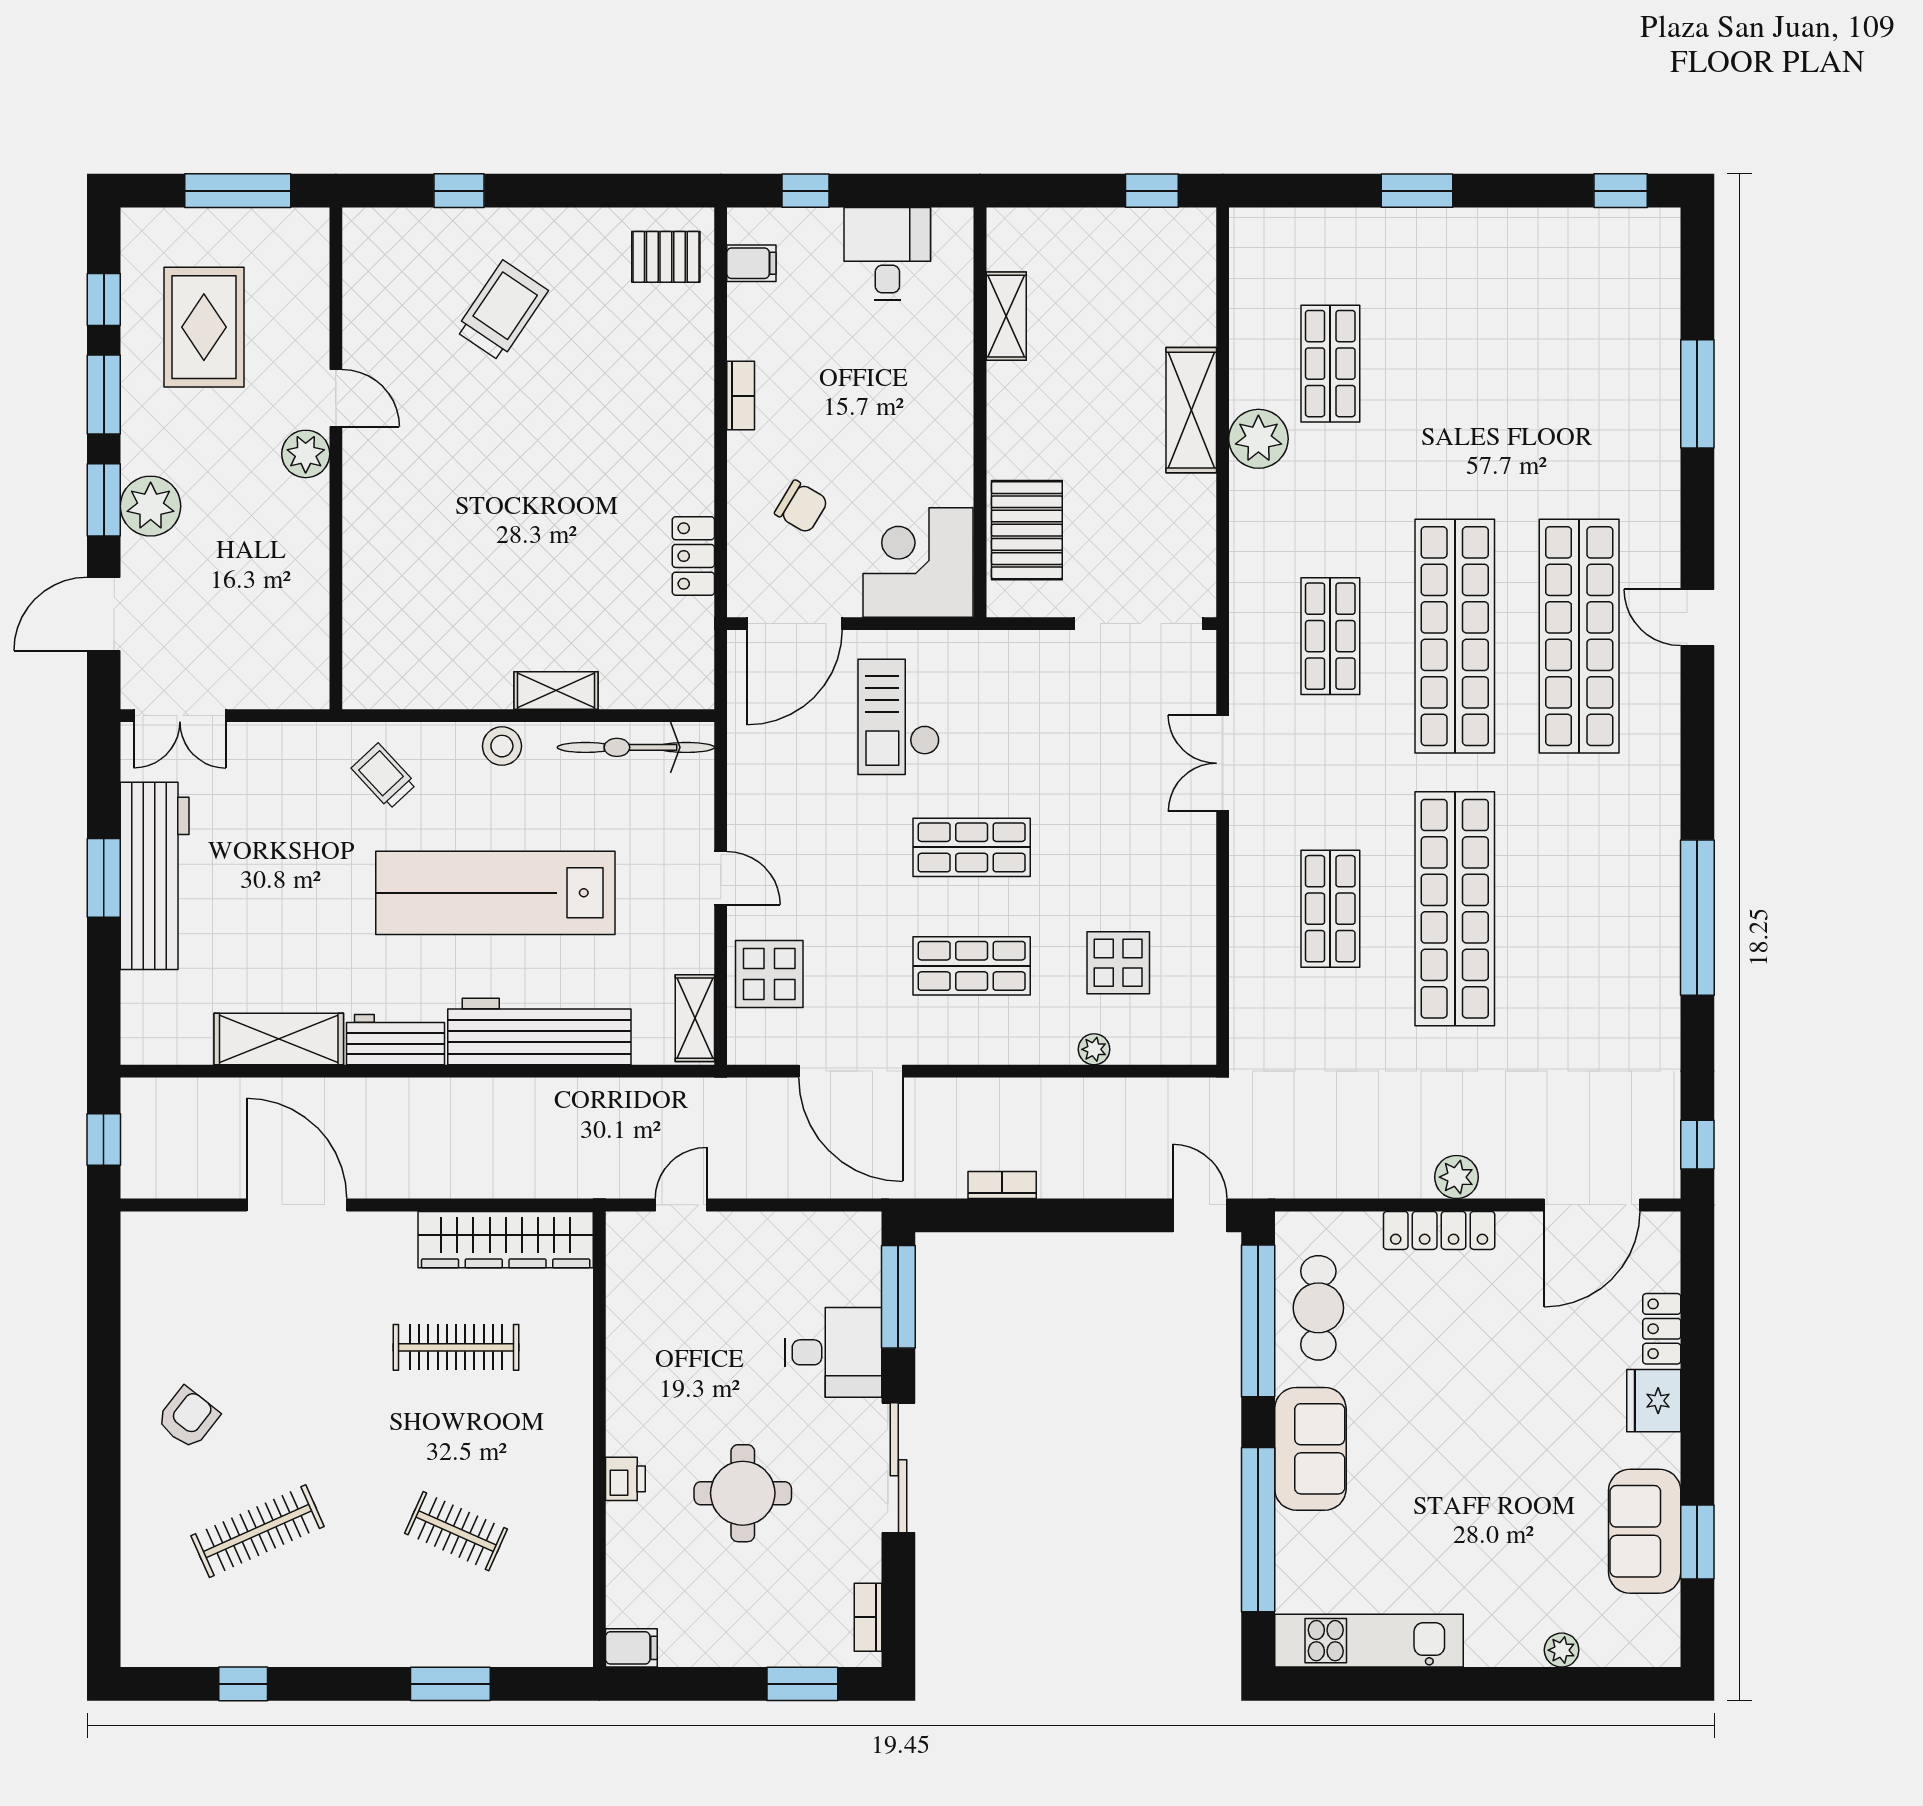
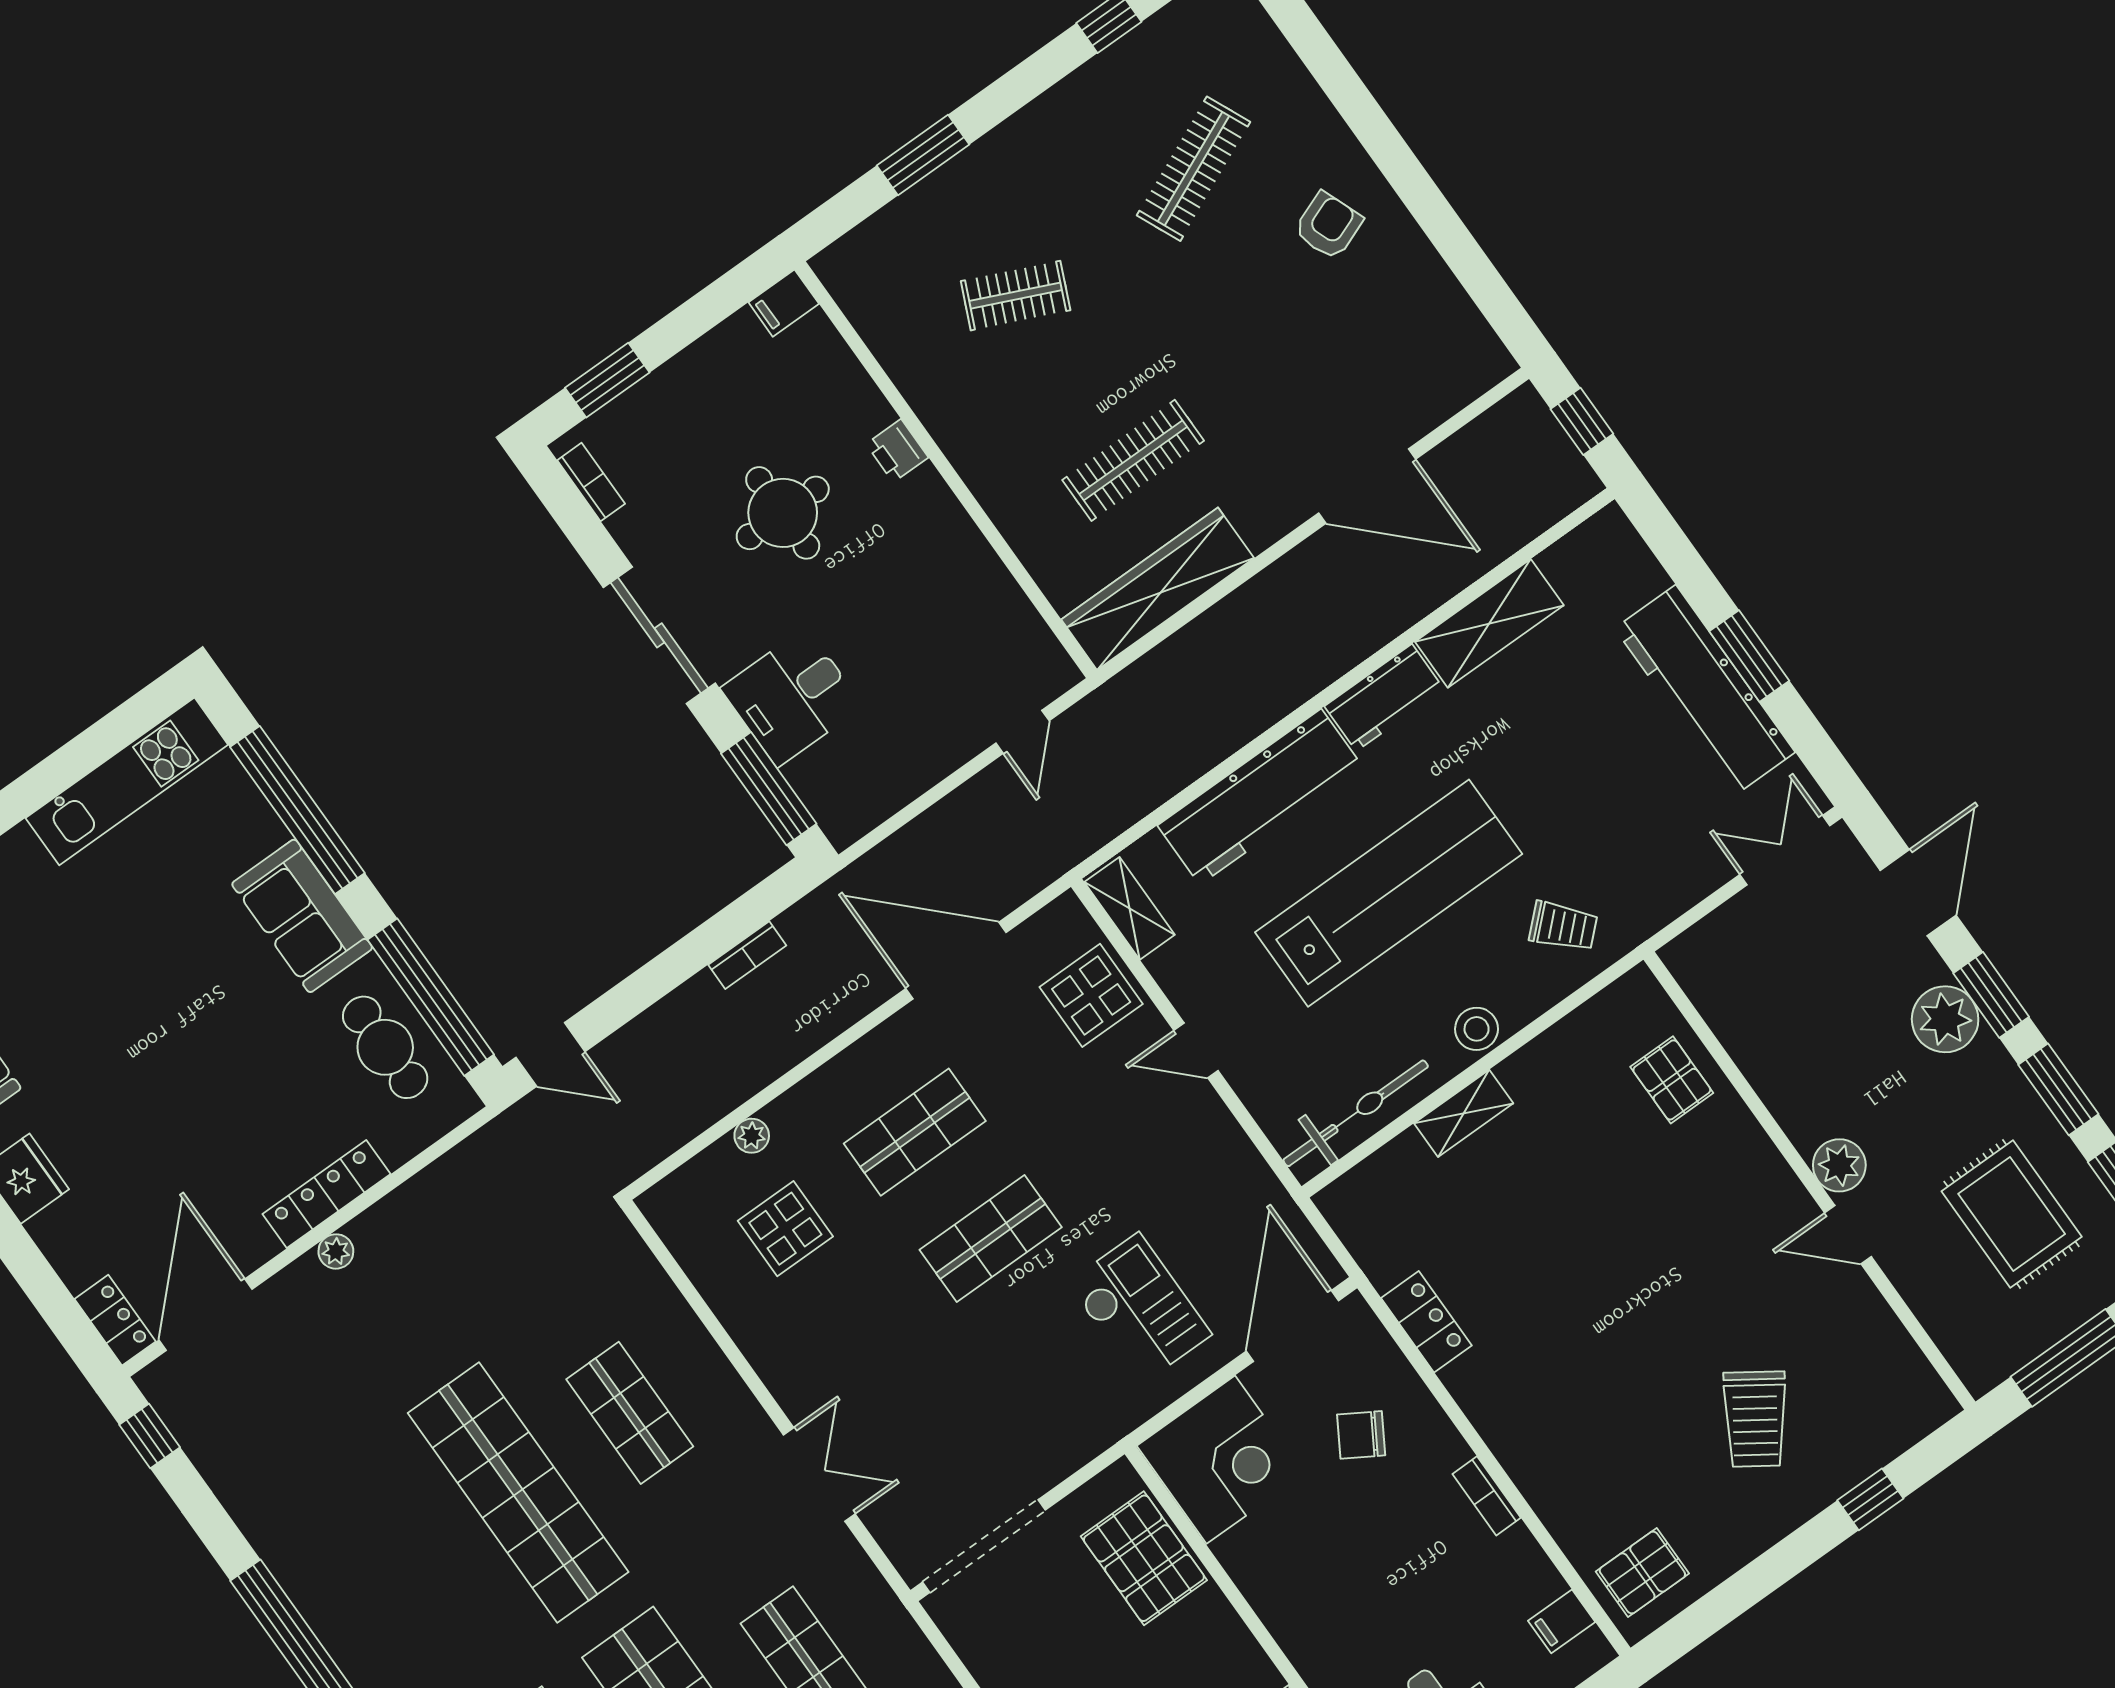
pallet: (384, 605) -> (1672, 1080), added
plant: (1456, 1177) -> (336, 1251), width x0.73, depth x0.73
locker: (1662, 1329) -> (115, 1320), moved
armchair: (188, 1418) -> (1328, 226), turned -149

